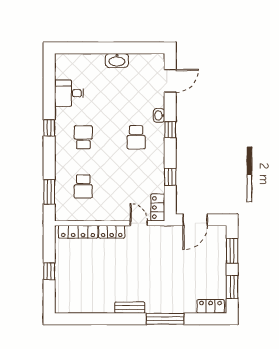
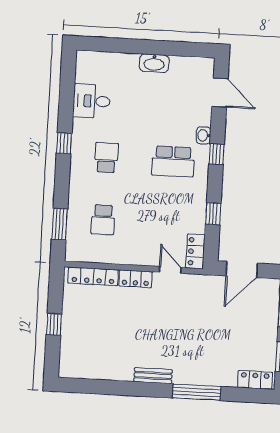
door: (170, 81) -> (220, 93), hinge flipped
school desk: (136, 137) -> (173, 161), width x1.85

